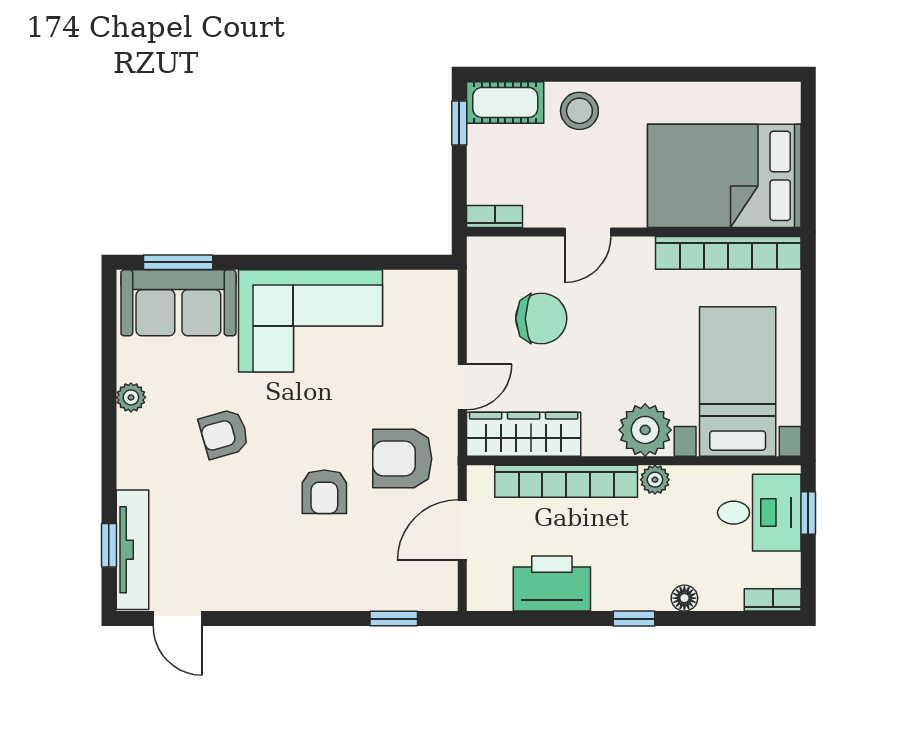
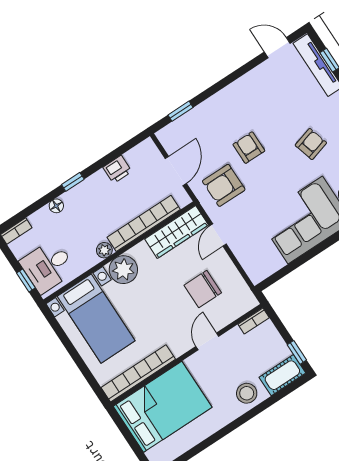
armchair: (402, 459) -> (224, 185), turned 180
printer: (552, 583) -> (117, 169), width x0.53, depth x0.68

